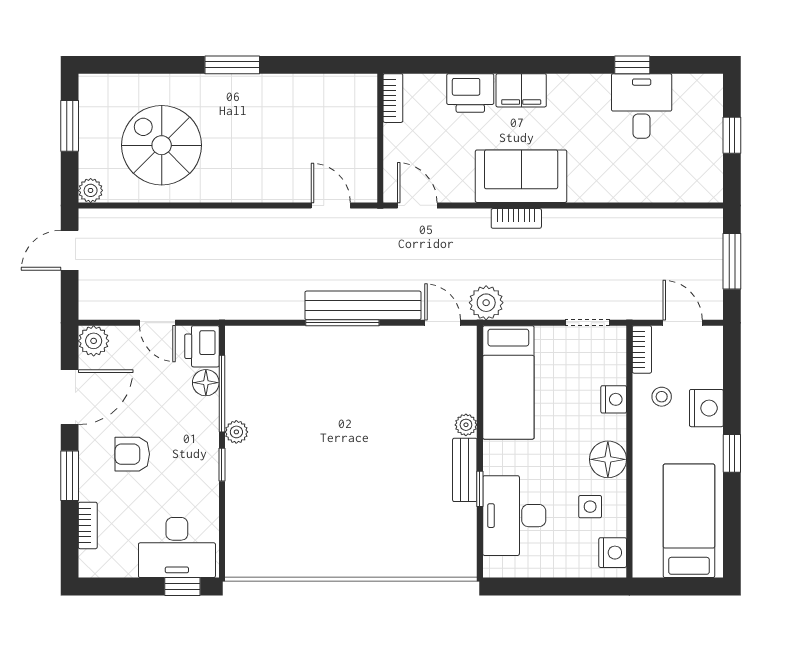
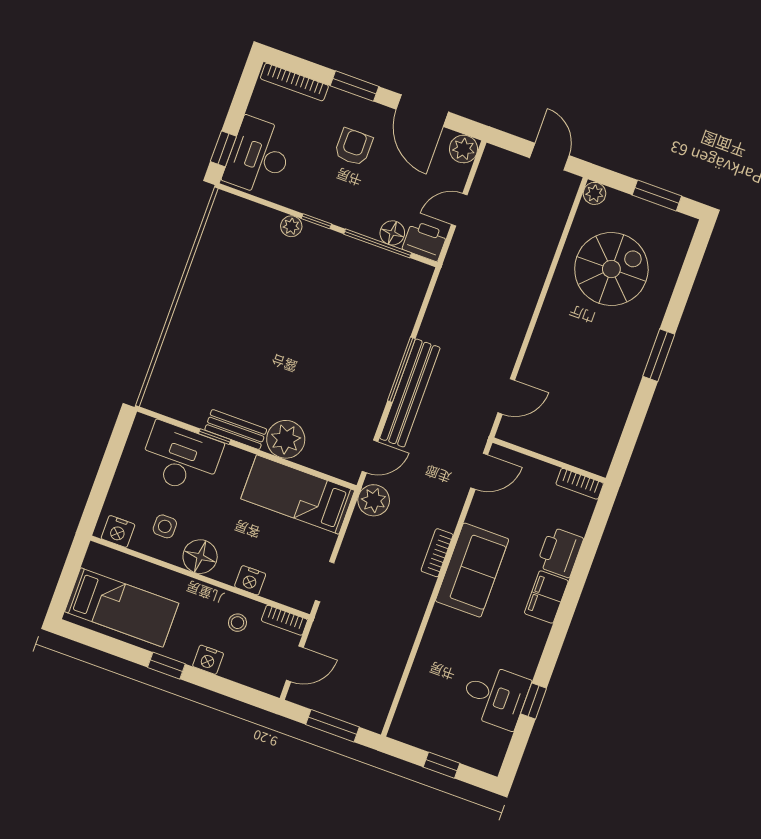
nightstand: (706, 408) -> (208, 660), width x0.74, depth x0.75
plant: (466, 425) -> (286, 439), width x1.88, depth x1.88
plant: (236, 432) -> (291, 226), moved
bookcase: (88, 525) -> (294, 82), width x1.56

